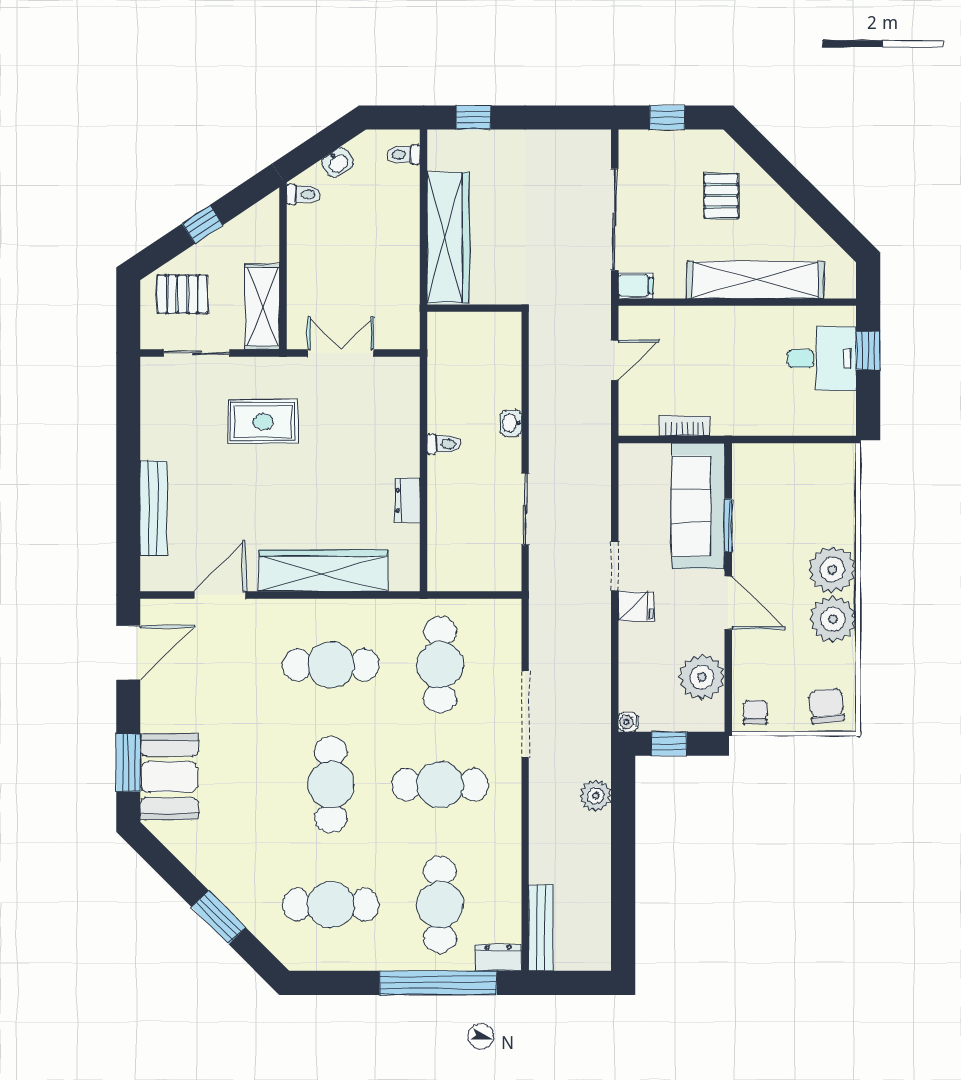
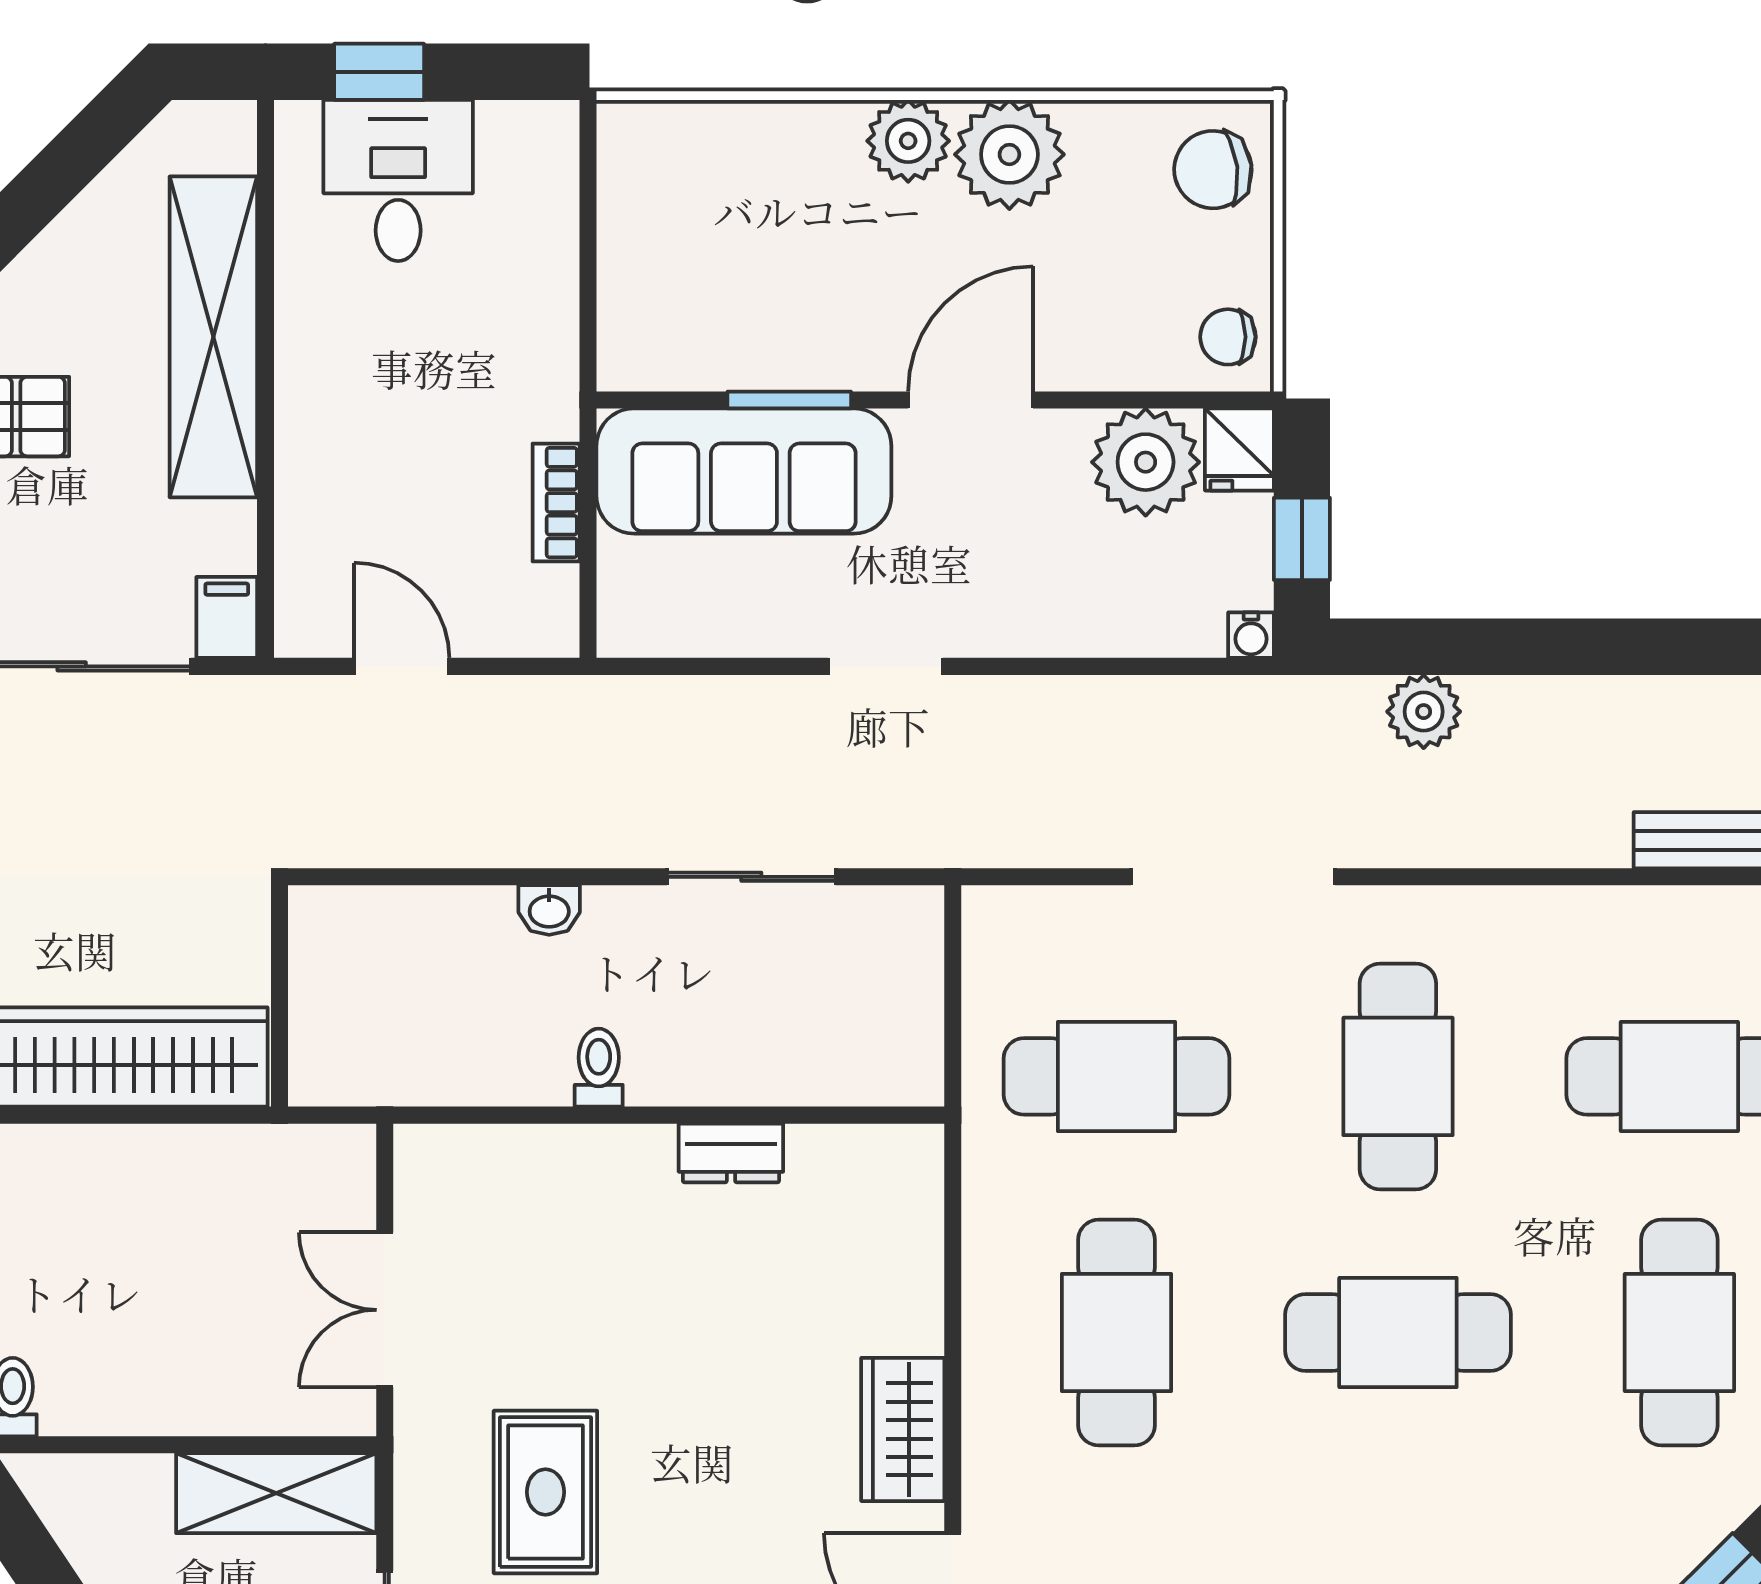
plant: (832, 570) -> (908, 141), width x0.73, depth x0.73
wardrobe: (323, 571) -> (903, 1429), width x0.48, depth x0.85
fridge: (636, 606) -> (1239, 449), moved, turned 180

